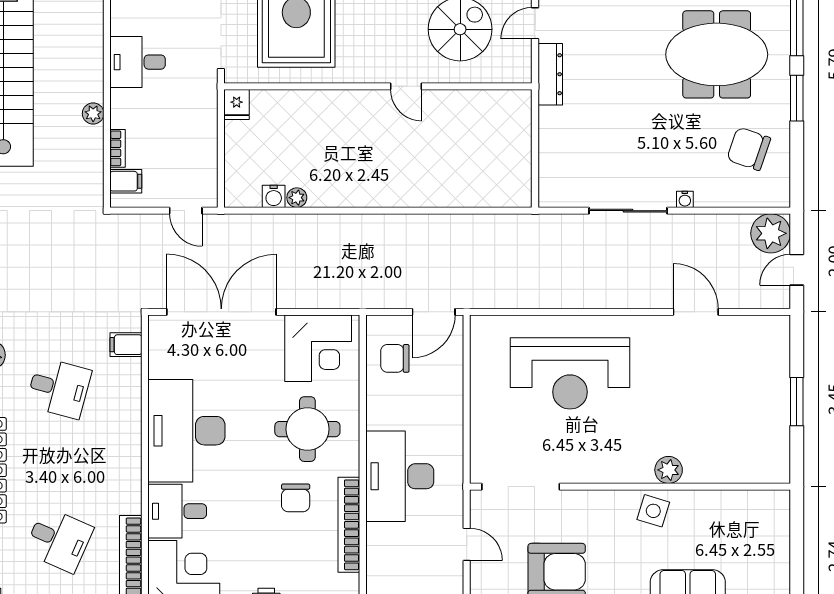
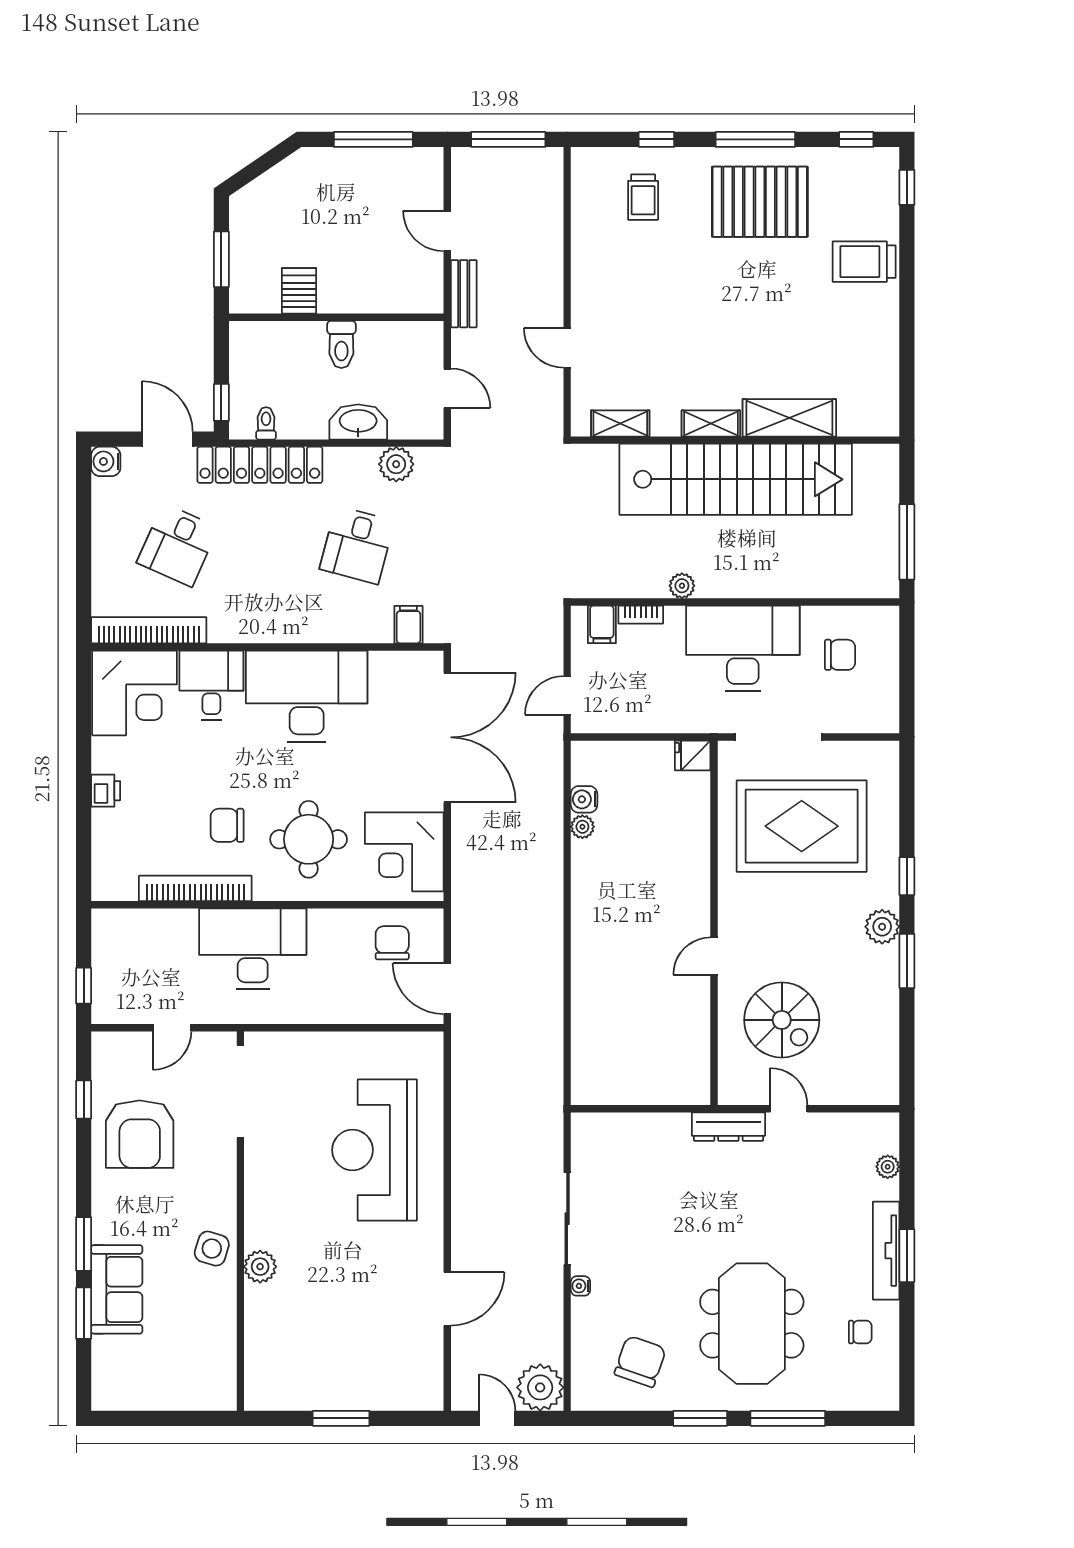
desk: (138, 62) -> (743, 648), width x1.87, depth x1.30

